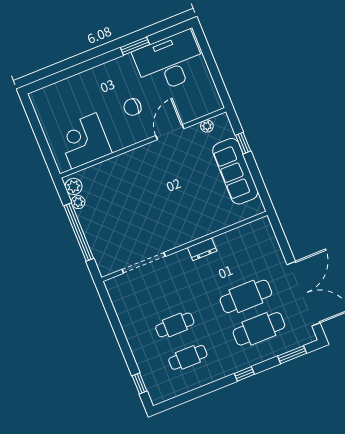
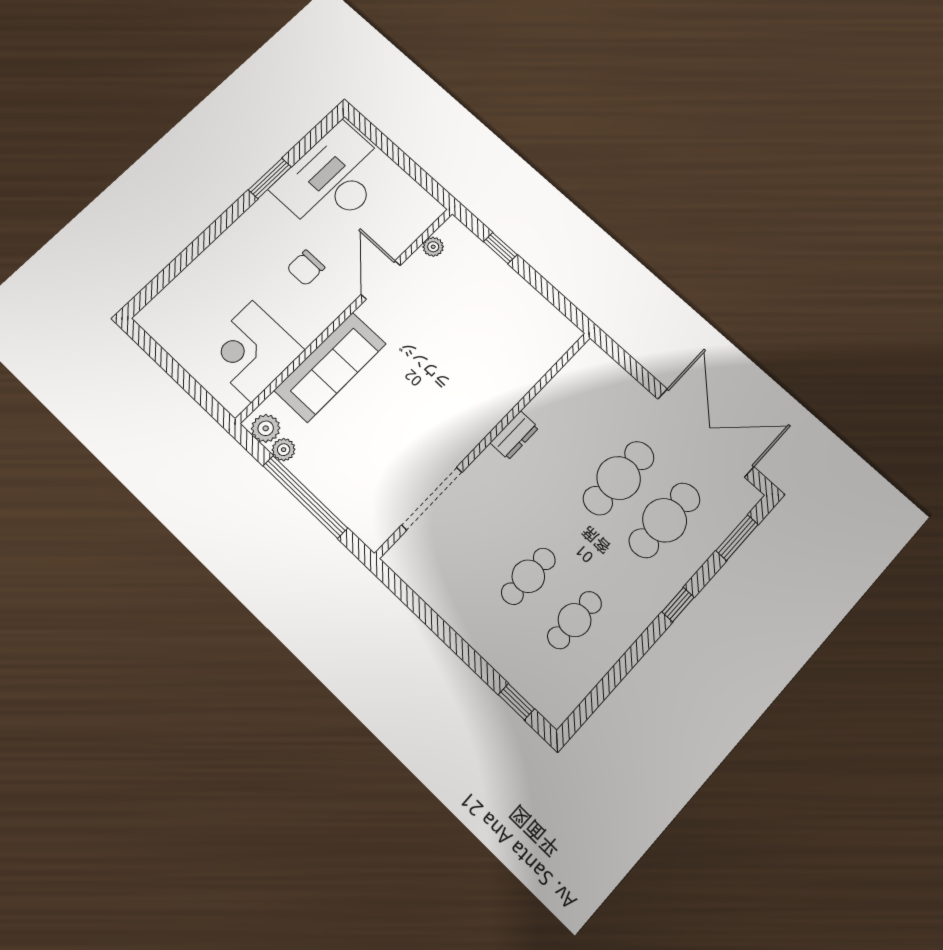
sofa: (235, 171) -> (330, 367), moved, turned -90

